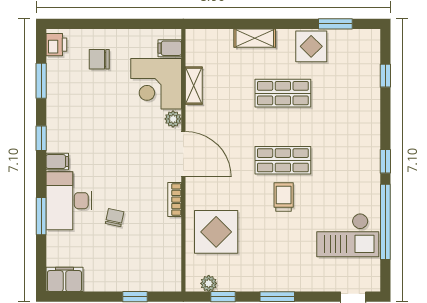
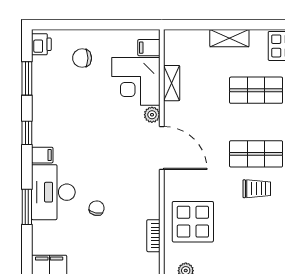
trolley: (284, 197) -> (257, 189), turned 90
bookcase: (175, 200) -> (153, 236), moved

